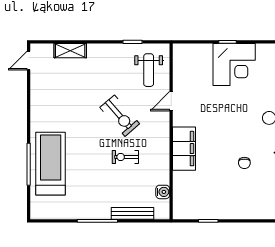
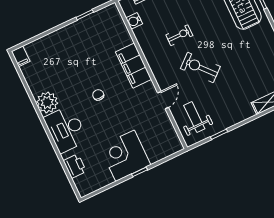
chair: (244, 163) -> (98, 95), moved

